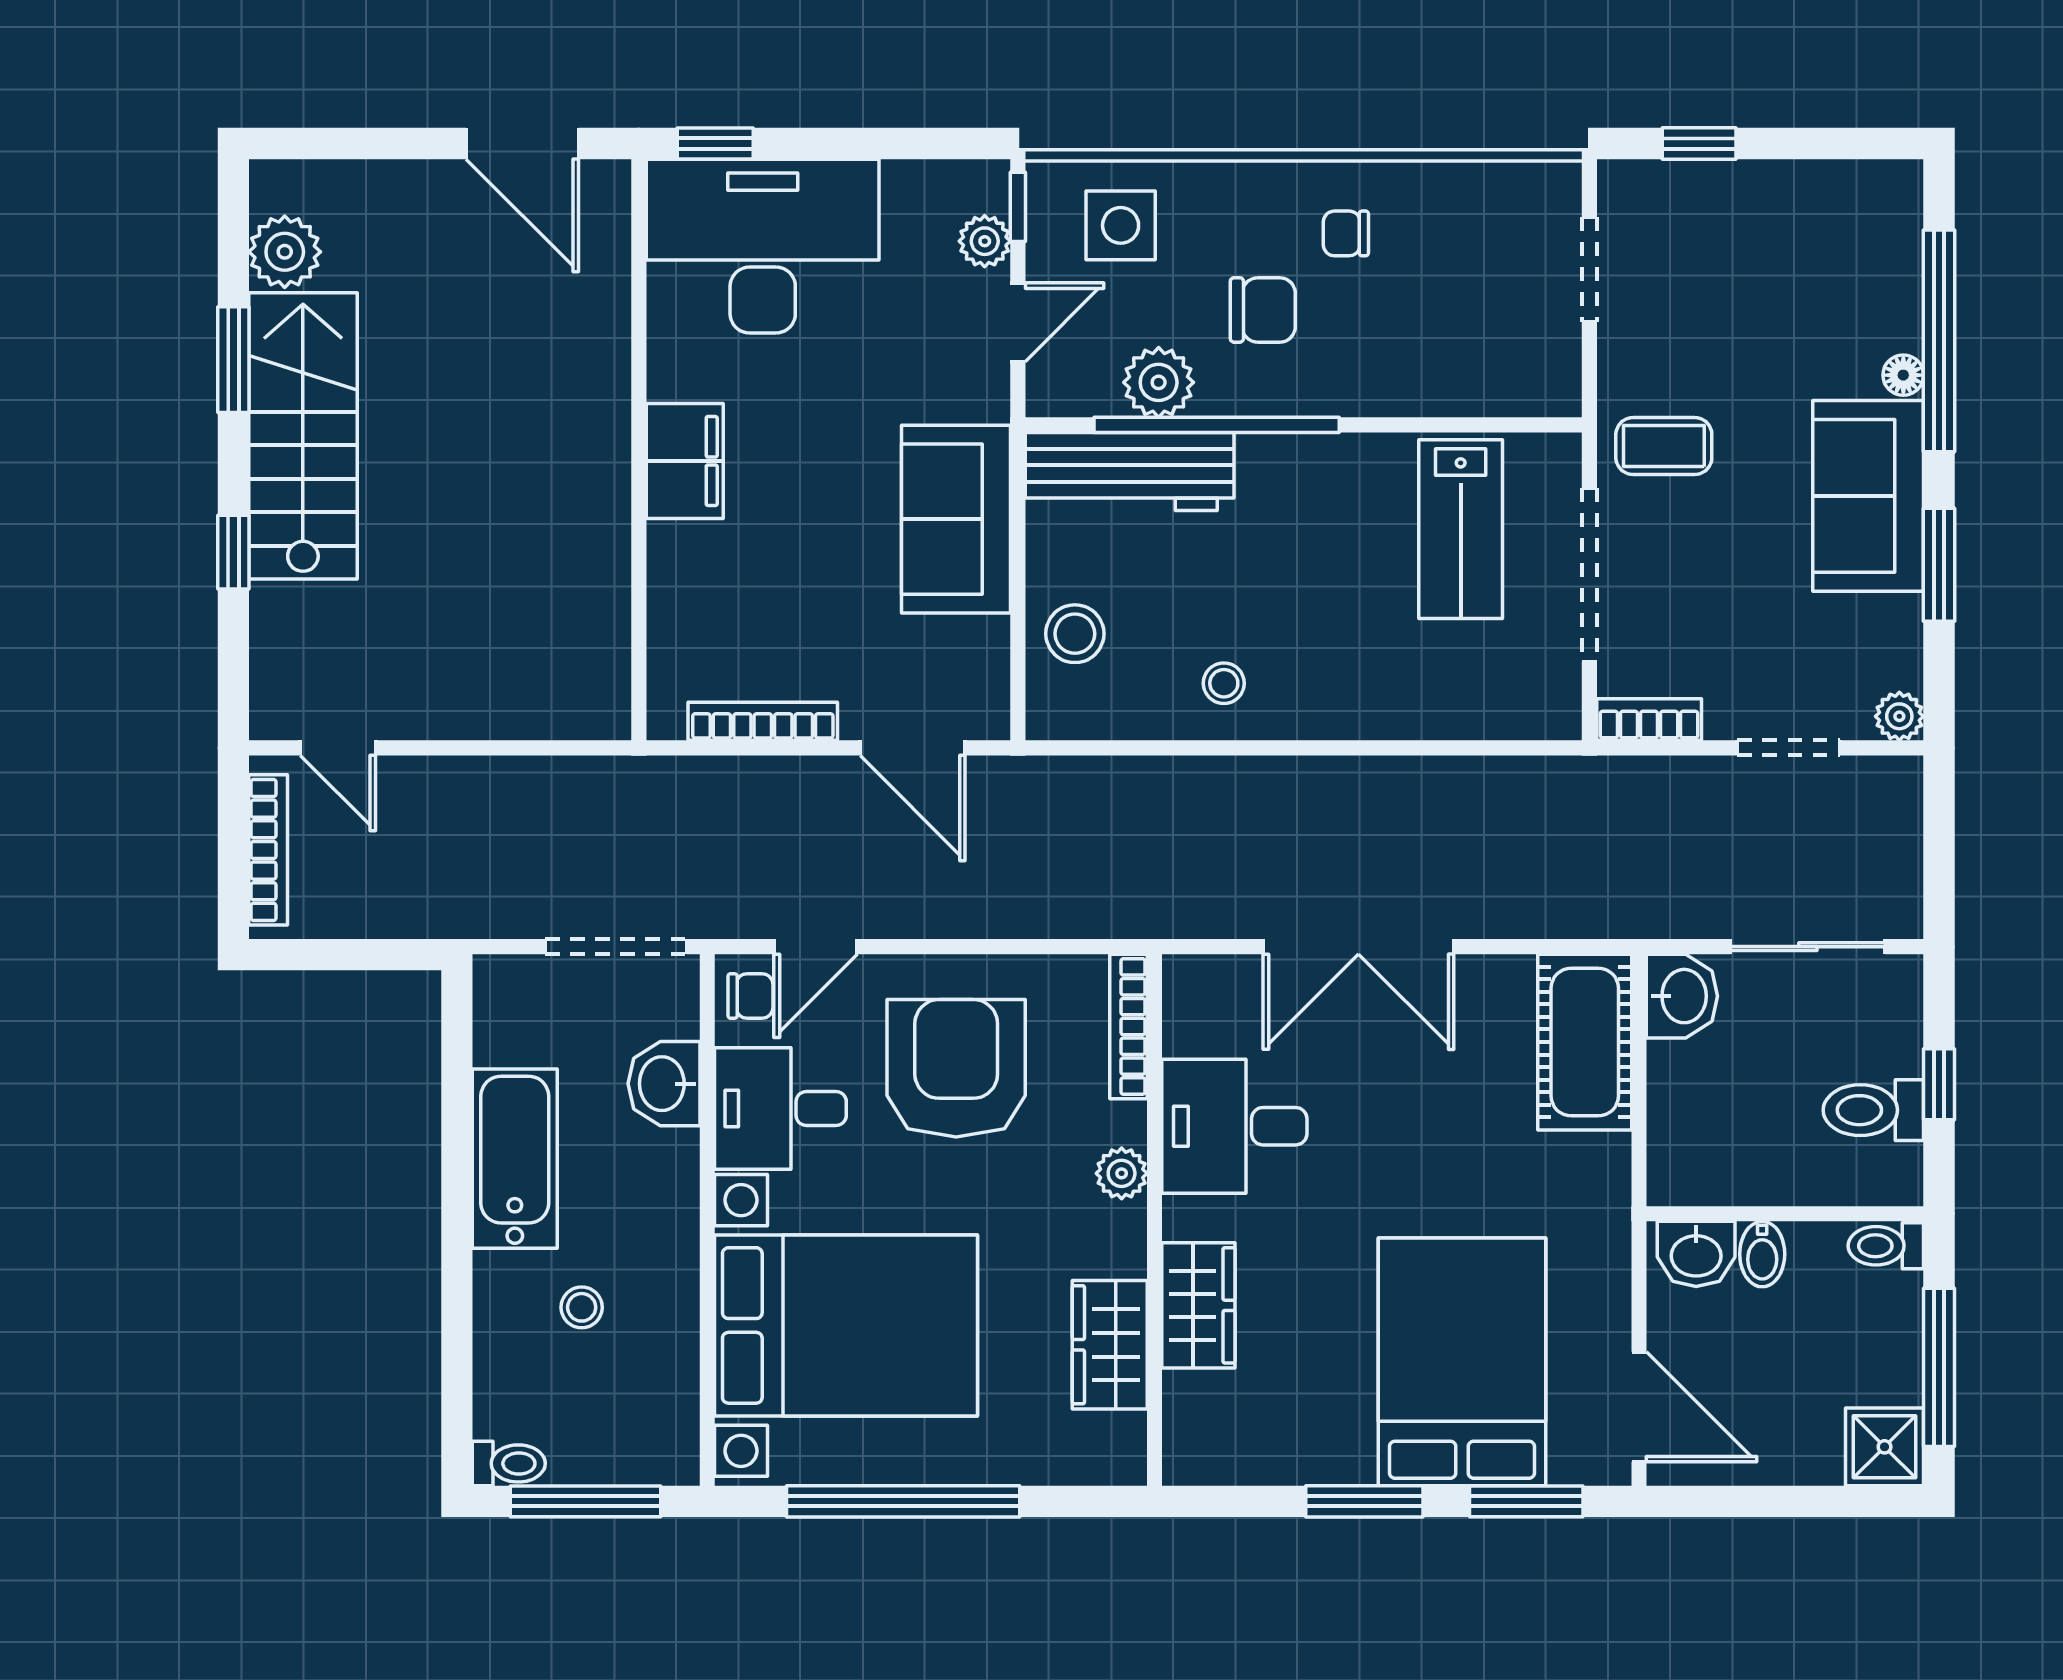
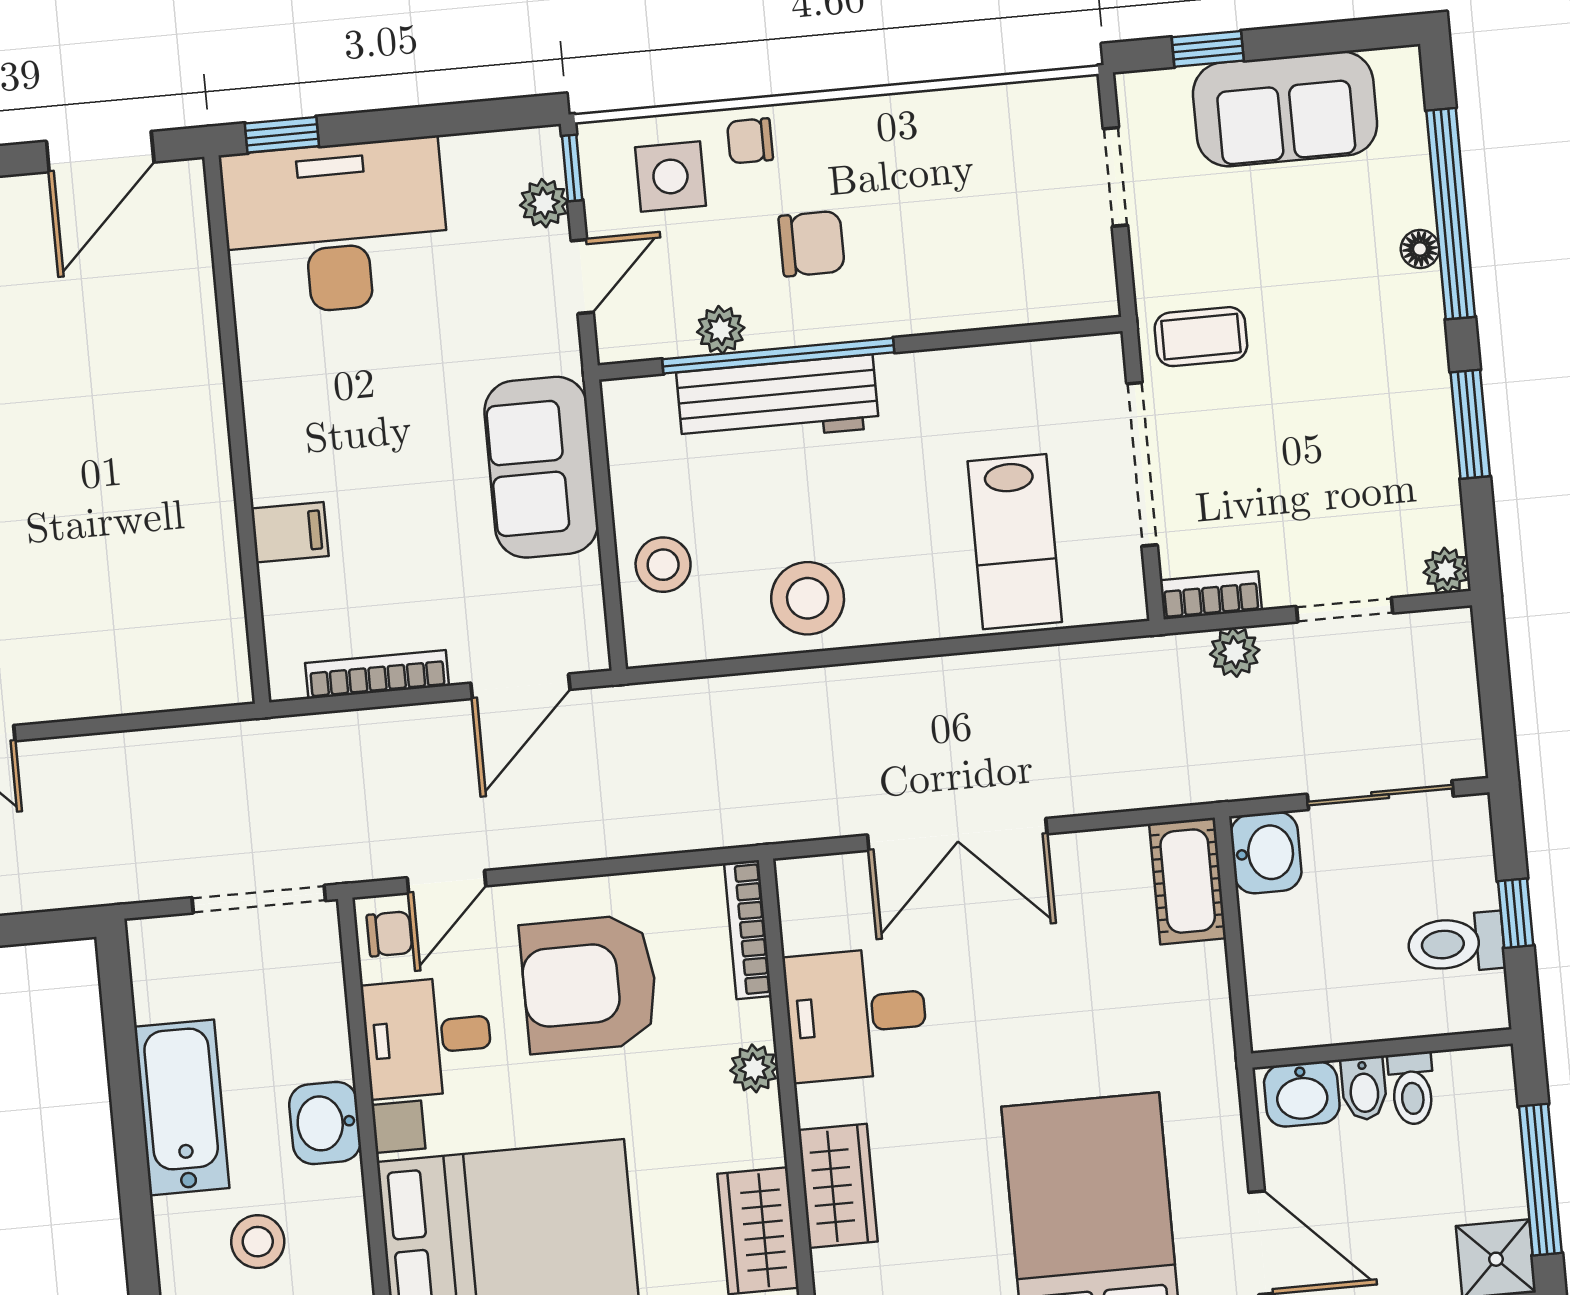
door: (522, 143) -> (100, 152), hinge flipped
chair: (1346, 233) -> (750, 141), moved
plant: (1159, 382) -> (721, 330), width x0.73, depth x0.73
filing cabinet: (685, 461) -> (290, 532), moved, width x0.50
workbench: (1130, 471) -> (778, 400), moved
sofa: (1868, 496) -> (1285, 109), moved, turned -90
lab bench: (1461, 529) -> (1015, 542), moved
stool: (1224, 683) -> (808, 598), width x1.89, depth x1.89
door: (913, 748) -> (520, 686), hinge flipped
plant: (1669, 782) -> (1235, 652), added
cot: (1585, 1042) -> (1188, 881), width x0.73, depth x0.75
armchair: (956, 1068) -> (589, 984), turned -90
washbasin: (664, 1084) -> (325, 1123), moved
toilet: (1886, 1246) -> (1412, 1088), moved, turned -90
stool: (582, 1307) -> (258, 1242), width x1.37, depth x1.37

